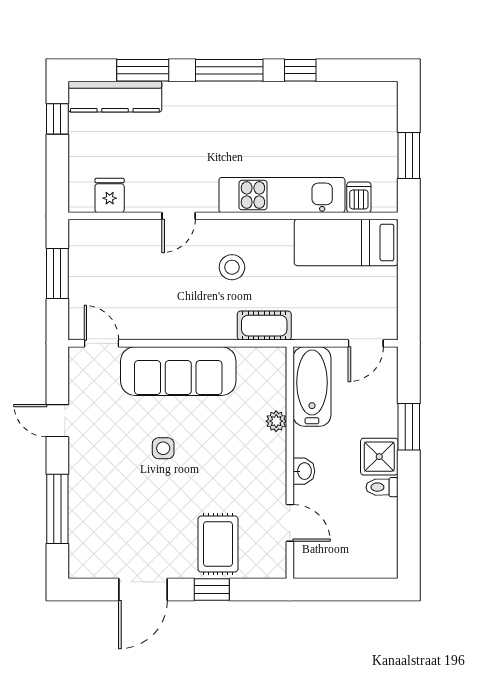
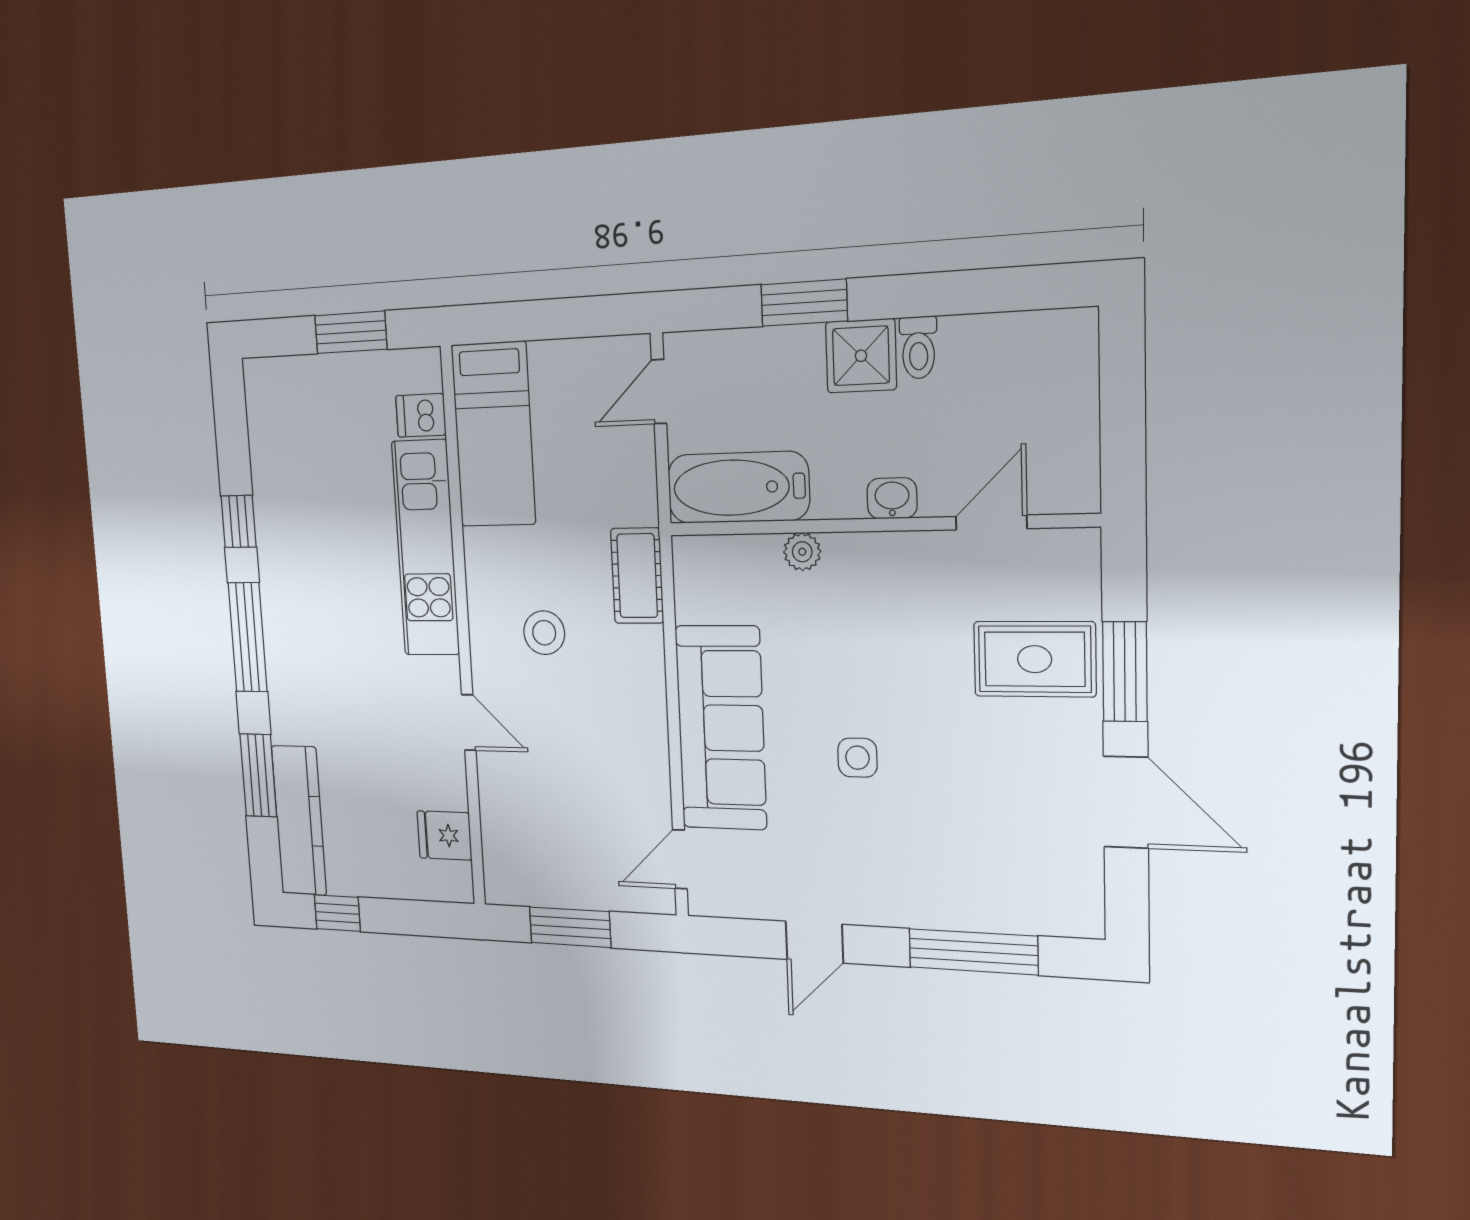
door: (366, 343) -> (659, 392), swing flipped
window: (212, 590) -> (1125, 672), width x1.50

